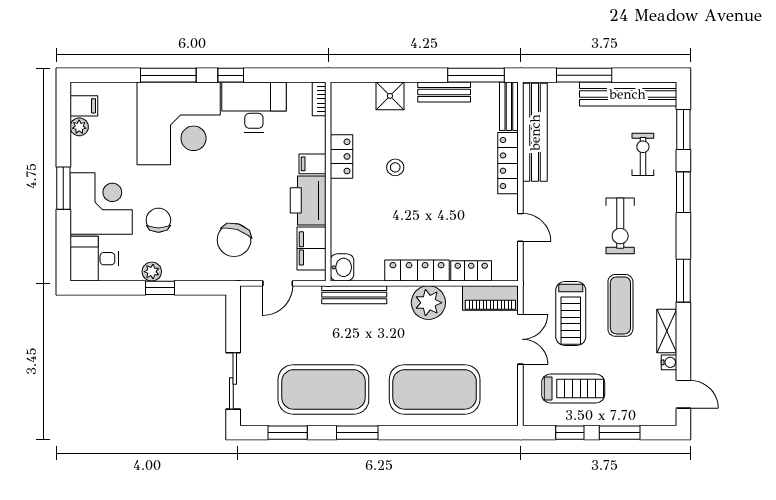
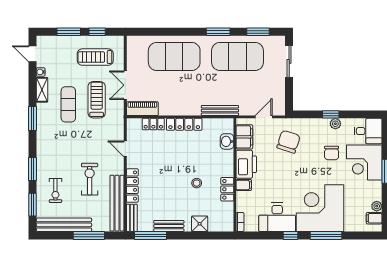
exercise bike: (620, 226) -> (90, 179), moved
washbasin: (342, 267) -> (227, 141), moved
plant: (428, 303) -> (178, 106), removed

